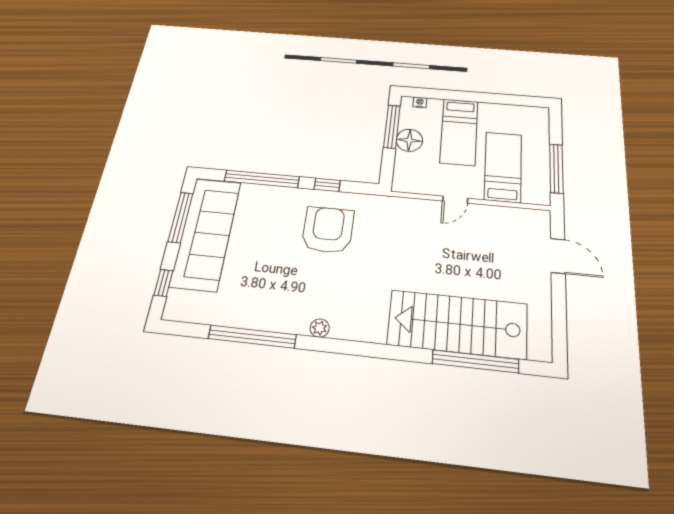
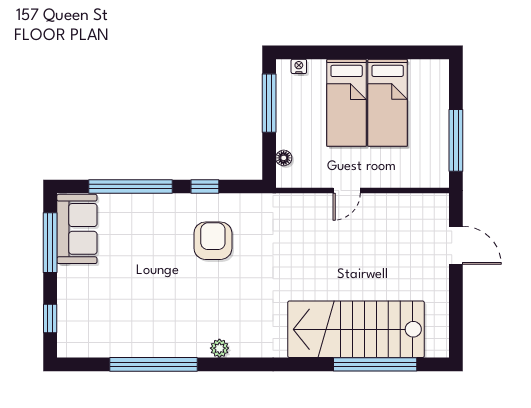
floor lamp: (409, 140) -> (284, 158), moved, width x0.53, depth x0.53
bed: (503, 167) -> (388, 103), moved, turned 180
armchair: (328, 230) -> (213, 241), width x0.73, depth x0.73
sofa: (206, 233) -> (77, 229), width x0.54, depth x0.79

